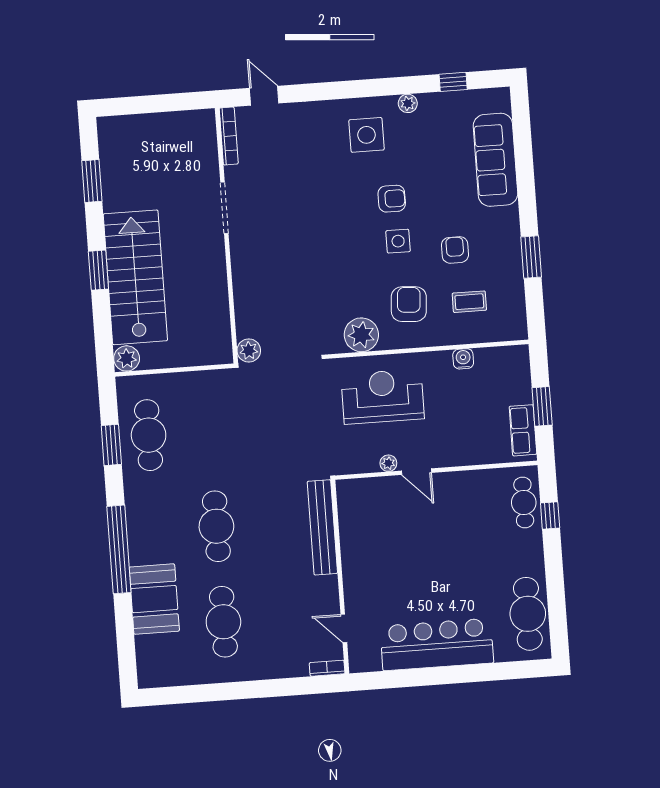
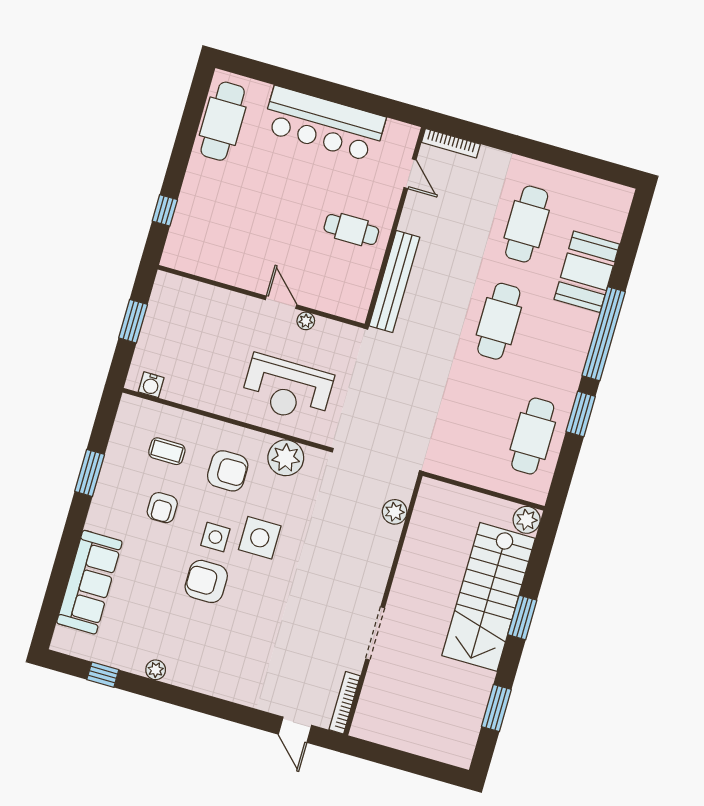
side table: (367, 135) -> (260, 538), moved
armchair: (392, 199) -> (206, 581), width x1.38, depth x1.38
armchair: (409, 304) -> (228, 471), turned -94
plant: (249, 350) -> (395, 512), moved
water cooler: (463, 359) -> (151, 385), moved
row of seats: (523, 430) -> (161, 305), removed
window: (111, 445) -> (581, 414), moved
cafe table: (524, 502) -> (351, 230), moved, turned 90
bookcase: (327, 668) -> (451, 143), width x1.56

